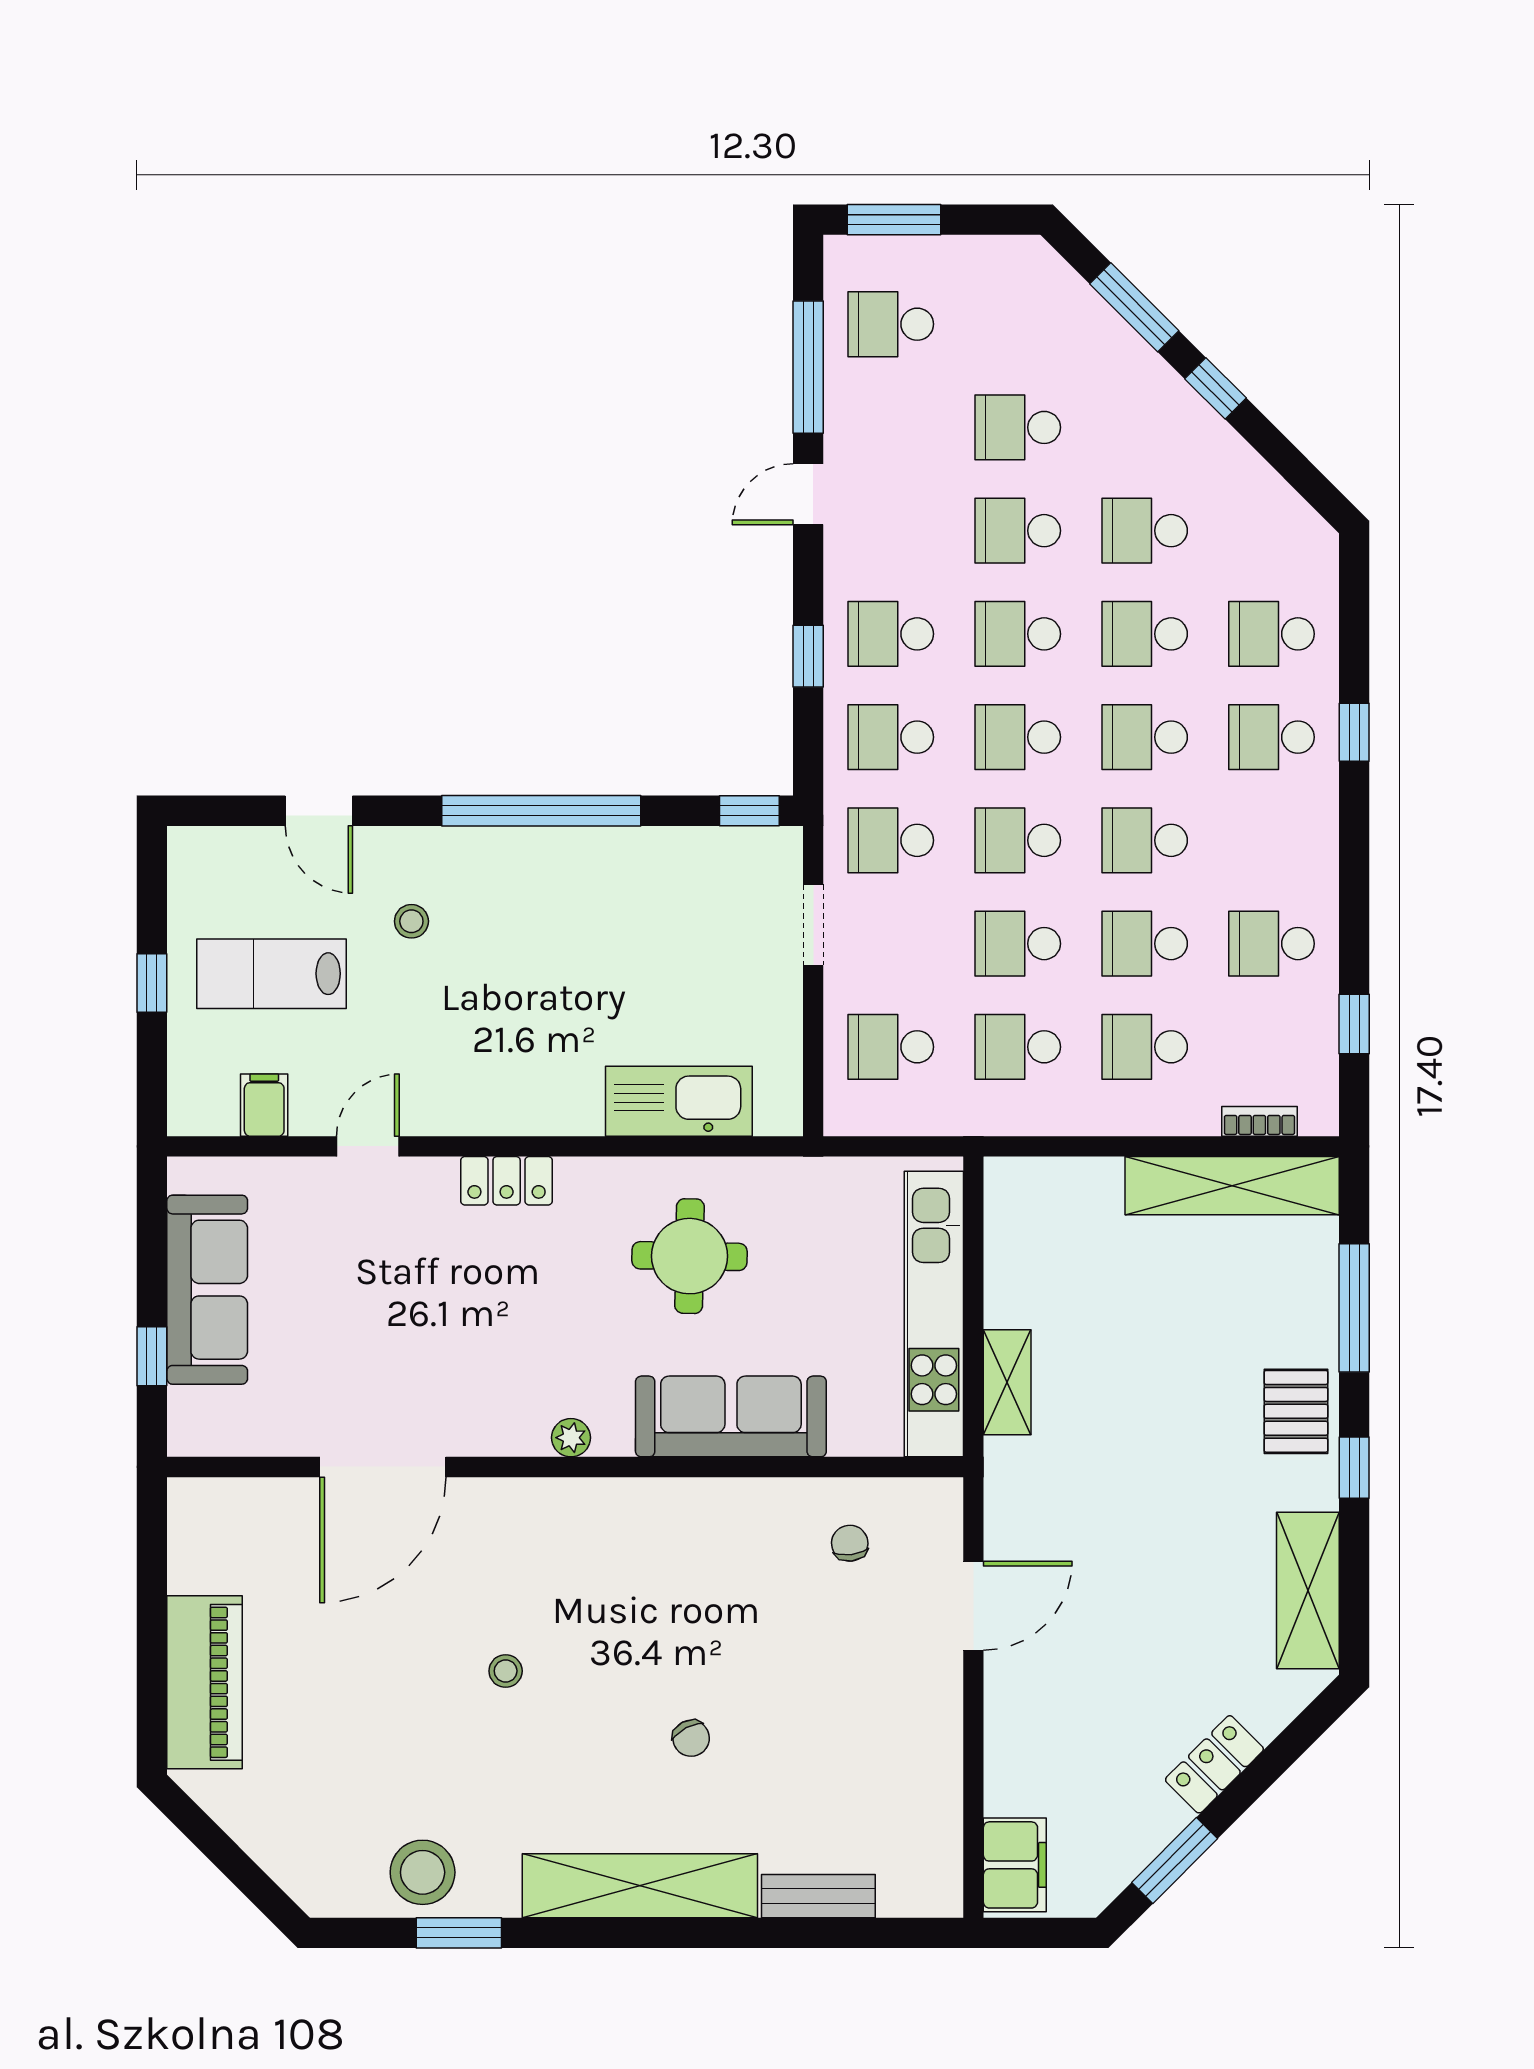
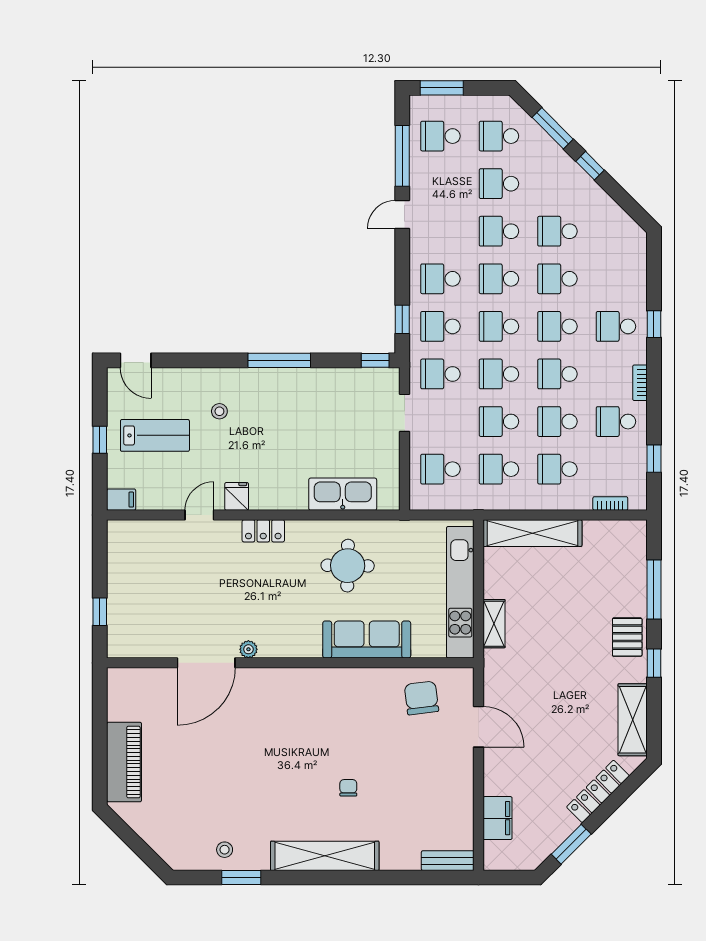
school desk: (1272, 634) -> (499, 136), moved
window: (808, 656) -> (402, 319), moved
door: (319, 811) -> (136, 360), moved
window: (541, 811) -> (279, 360), width x0.68
bookcase: (1324, 859) -> (640, 383), added
lab bench: (271, 974) -> (155, 435), turned 180
filing cabinet: (264, 1105) -> (121, 500), moved, turned 90
fridge: (449, 1106) -> (237, 496), added
shelving: (1232, 1186) -> (532, 533), moved
sofa: (207, 1290) -> (125, 581), removed
plant: (571, 1438) -> (248, 649), moved
chair: (850, 1543) -> (421, 698), width x1.87, depth x1.87
door: (973, 1606) -> (478, 727), hinge flipped
stool: (506, 1671) -> (263, 757), removed
chair: (691, 1738) -> (348, 788), turned -152
locker: (1214, 1764) -> (598, 791), width x1.53
filing cabinet: (1015, 1865) -> (498, 818), moved
stool: (423, 1872) -> (225, 850), width x0.53, depth x0.53
bench: (818, 1896) -> (448, 861), moved

